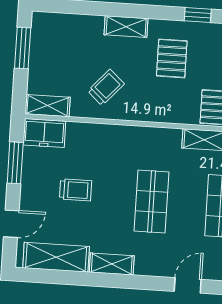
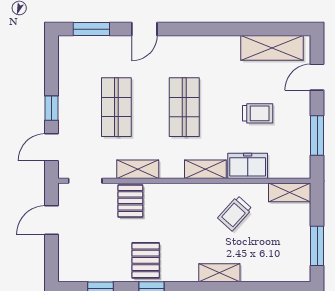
pallet: (172, 58) -> (146, 260), moved
freezer: (44, 133) -> (248, 166), moved
trolley: (76, 190) -> (258, 113), turned 180
shelving: (112, 264) -> (205, 169), moved

